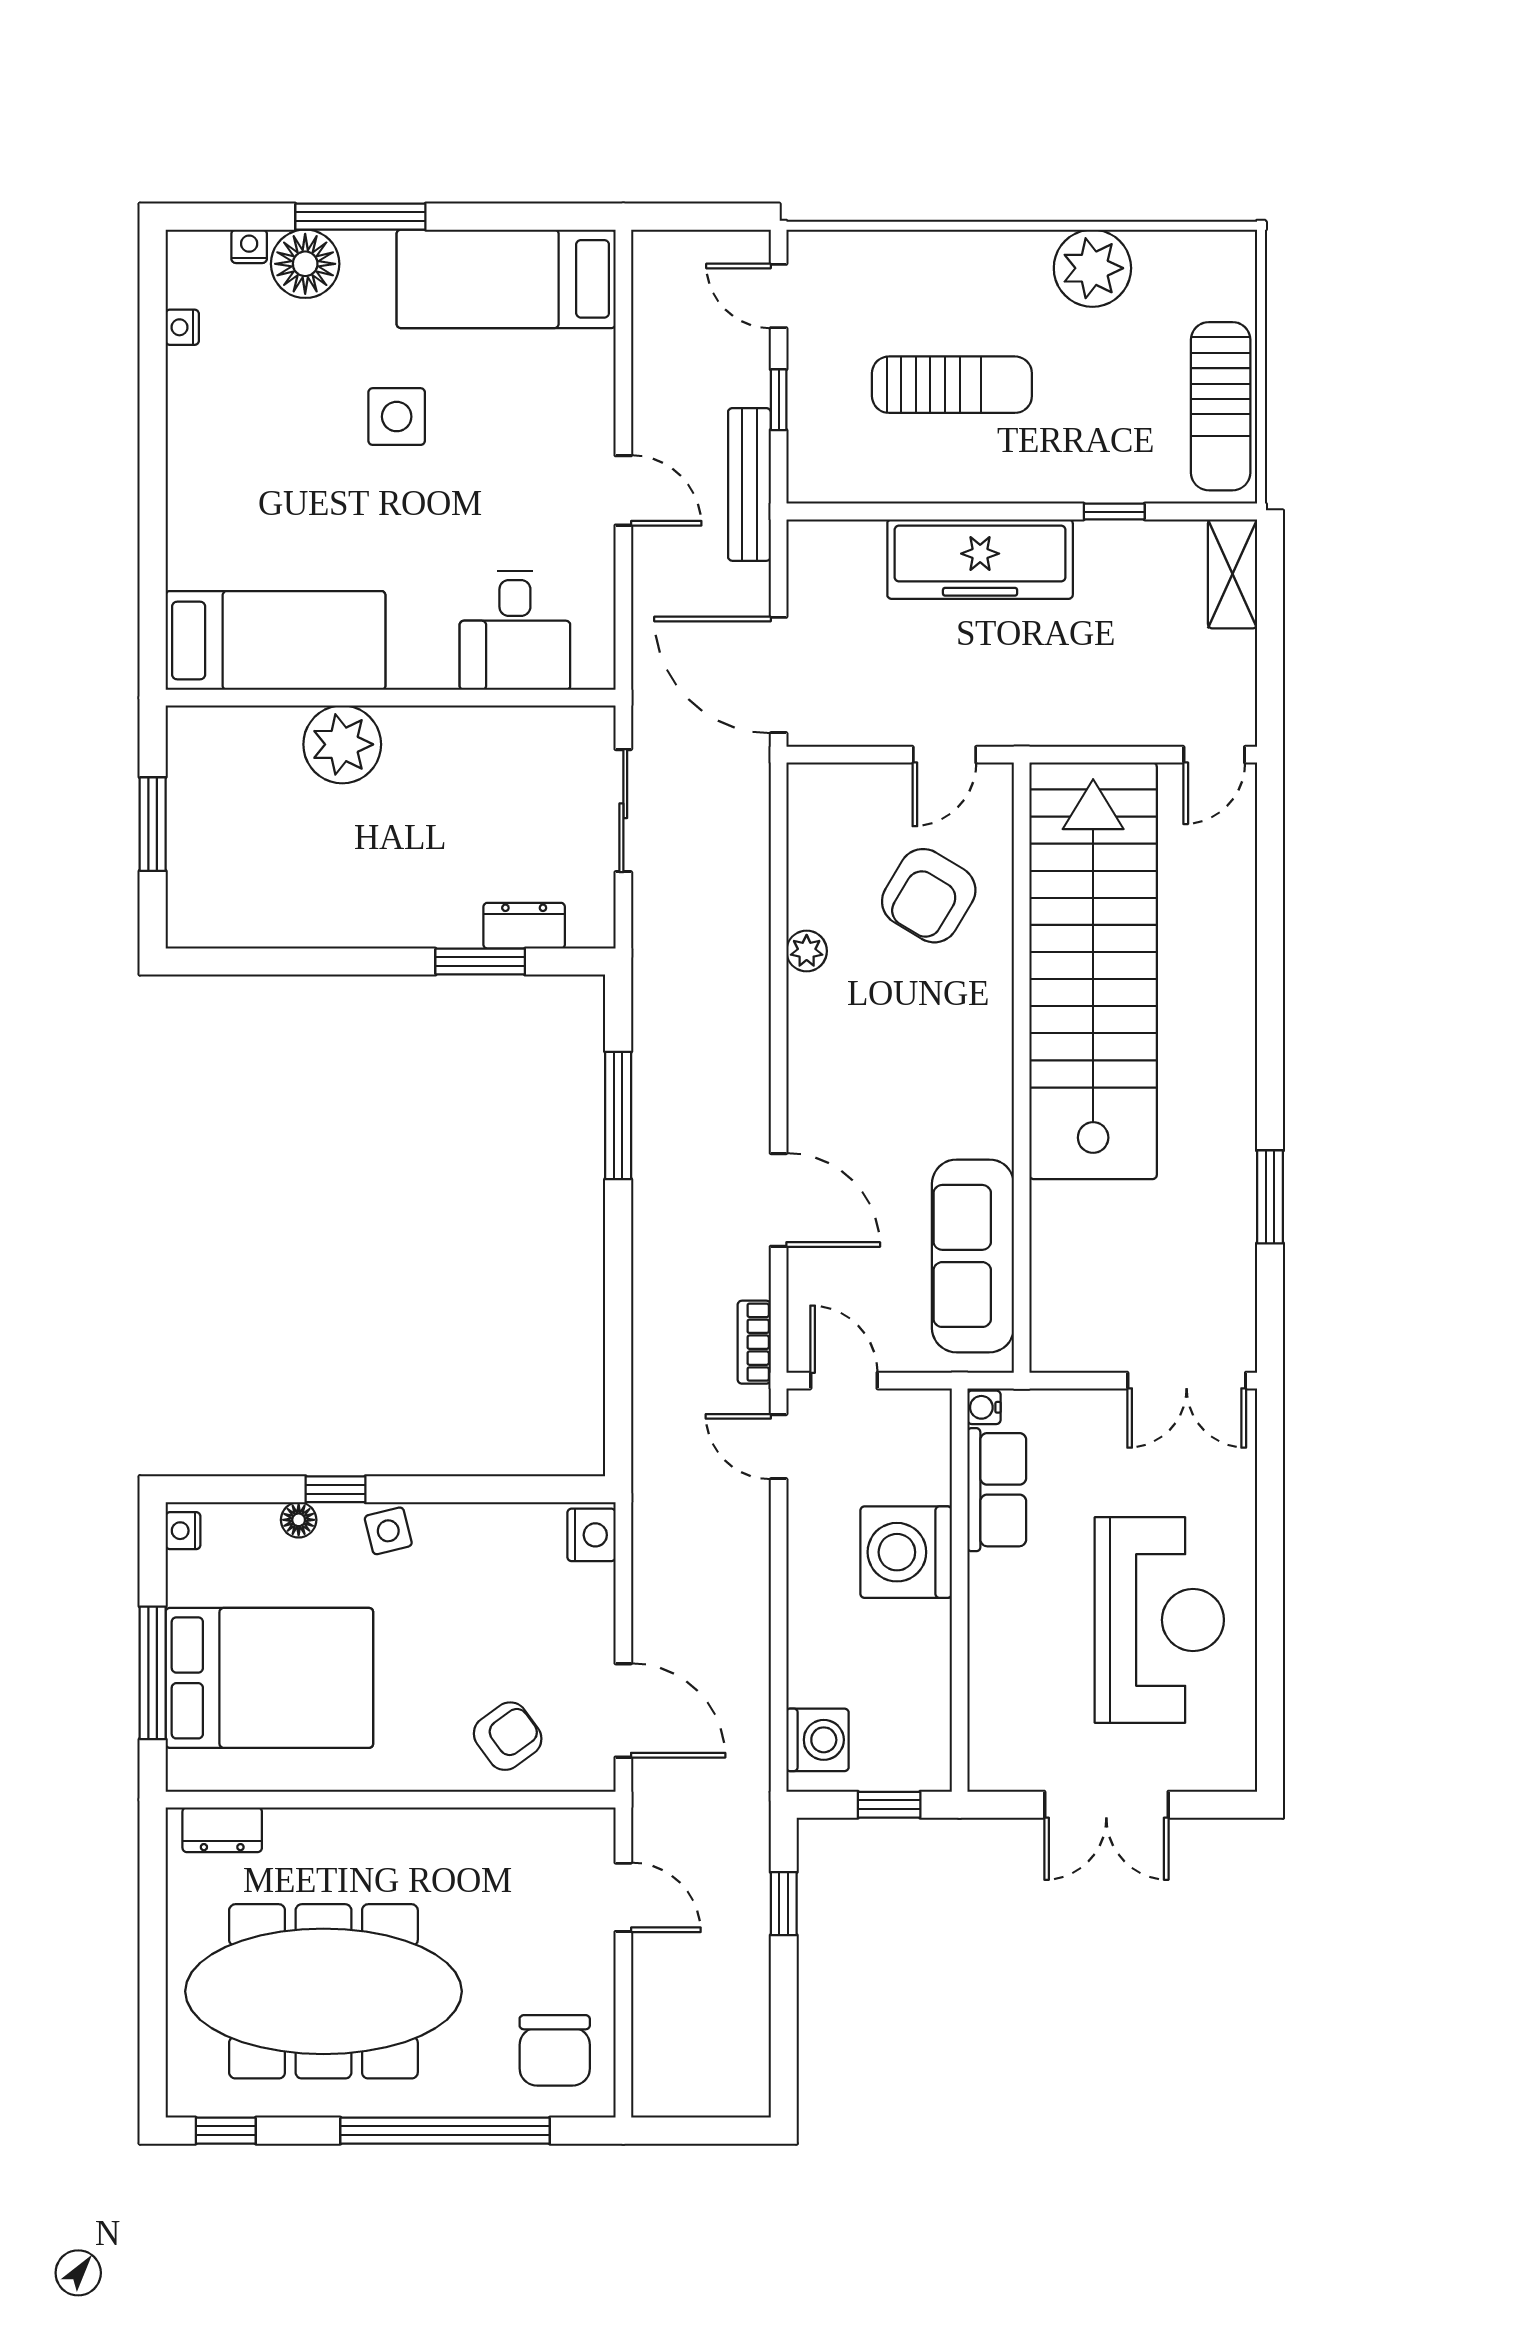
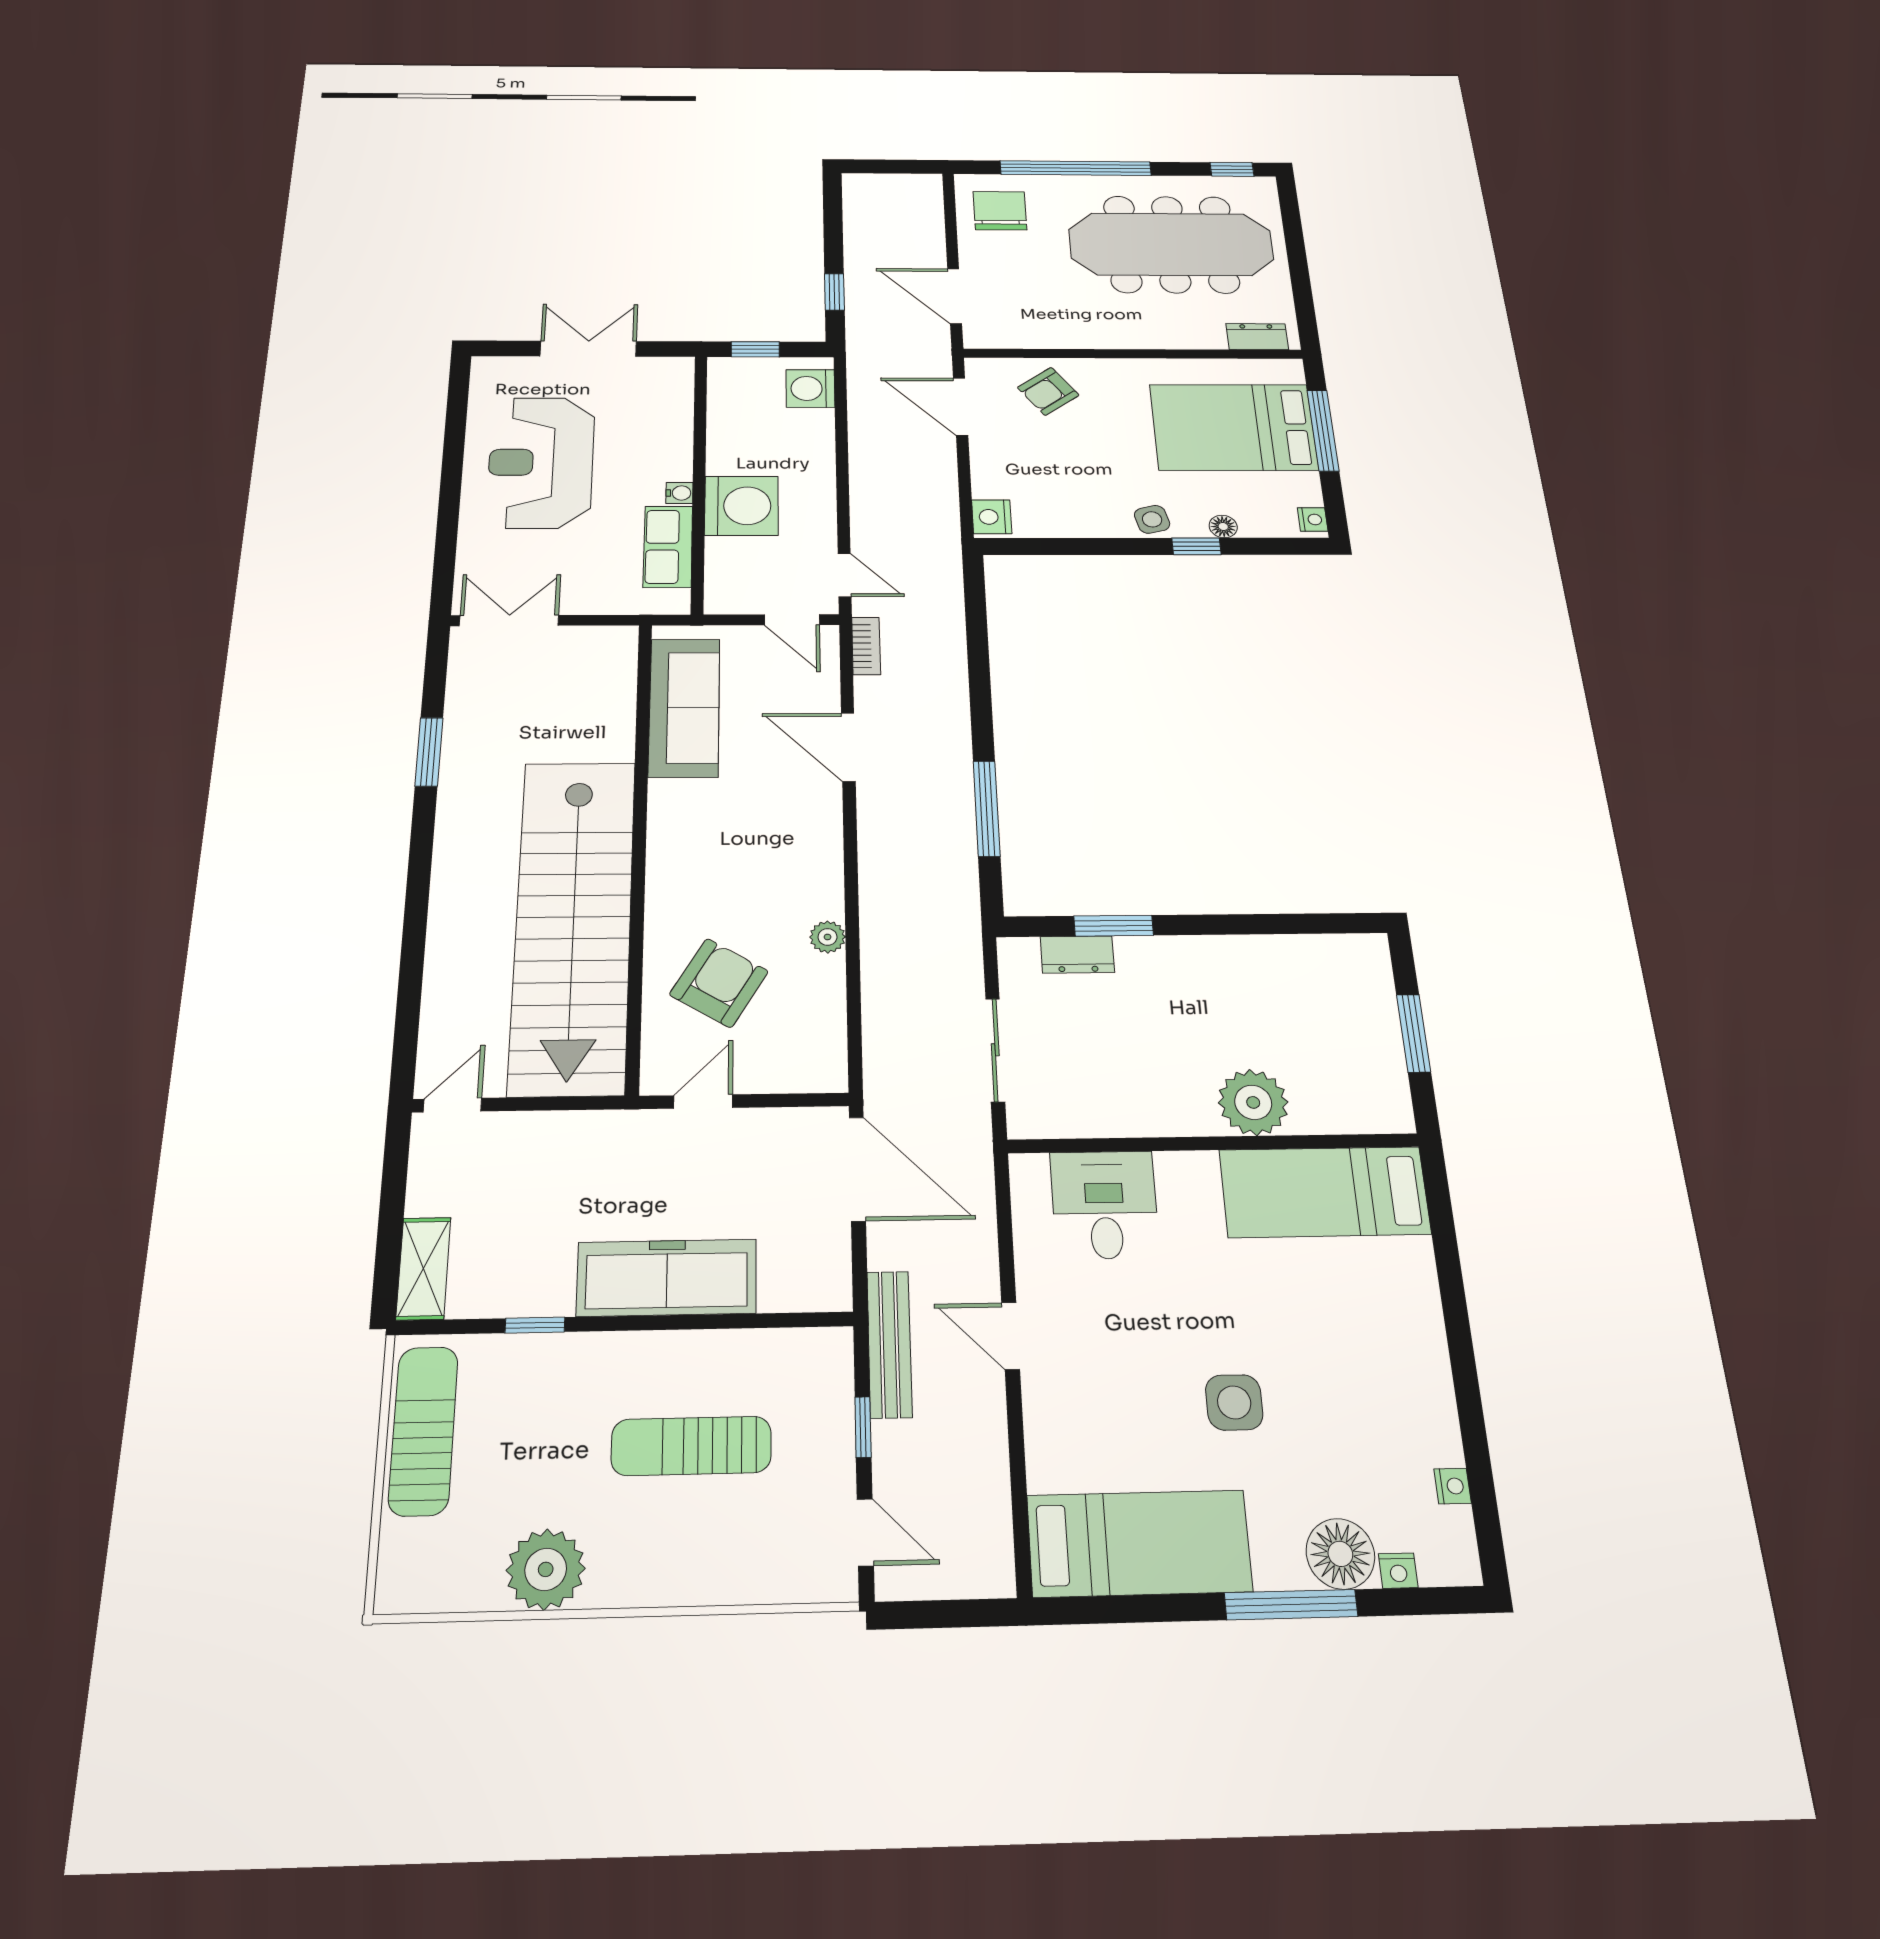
water cooler: (984, 1407) -> (679, 493), moved
door: (623, 1897) -> (955, 296), width x1.38

